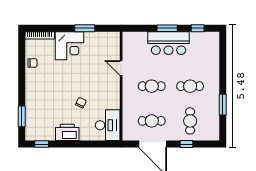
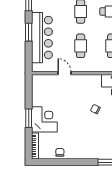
window: (85, 28) -> (29, 118), moved
bar counter: (169, 43) -> (42, 38), width x1.36
door: (121, 68) -> (64, 73), swing flipped

